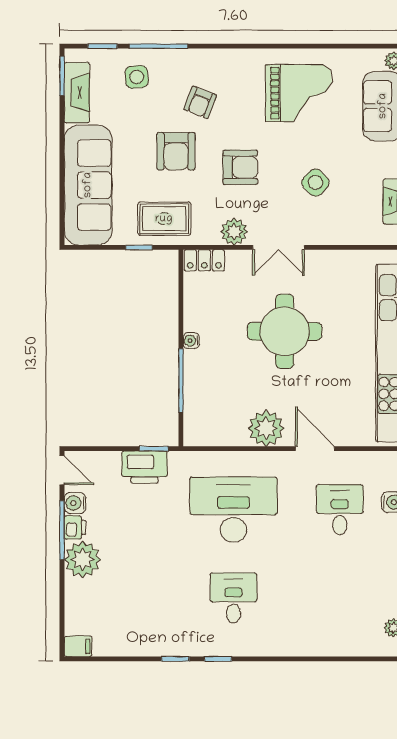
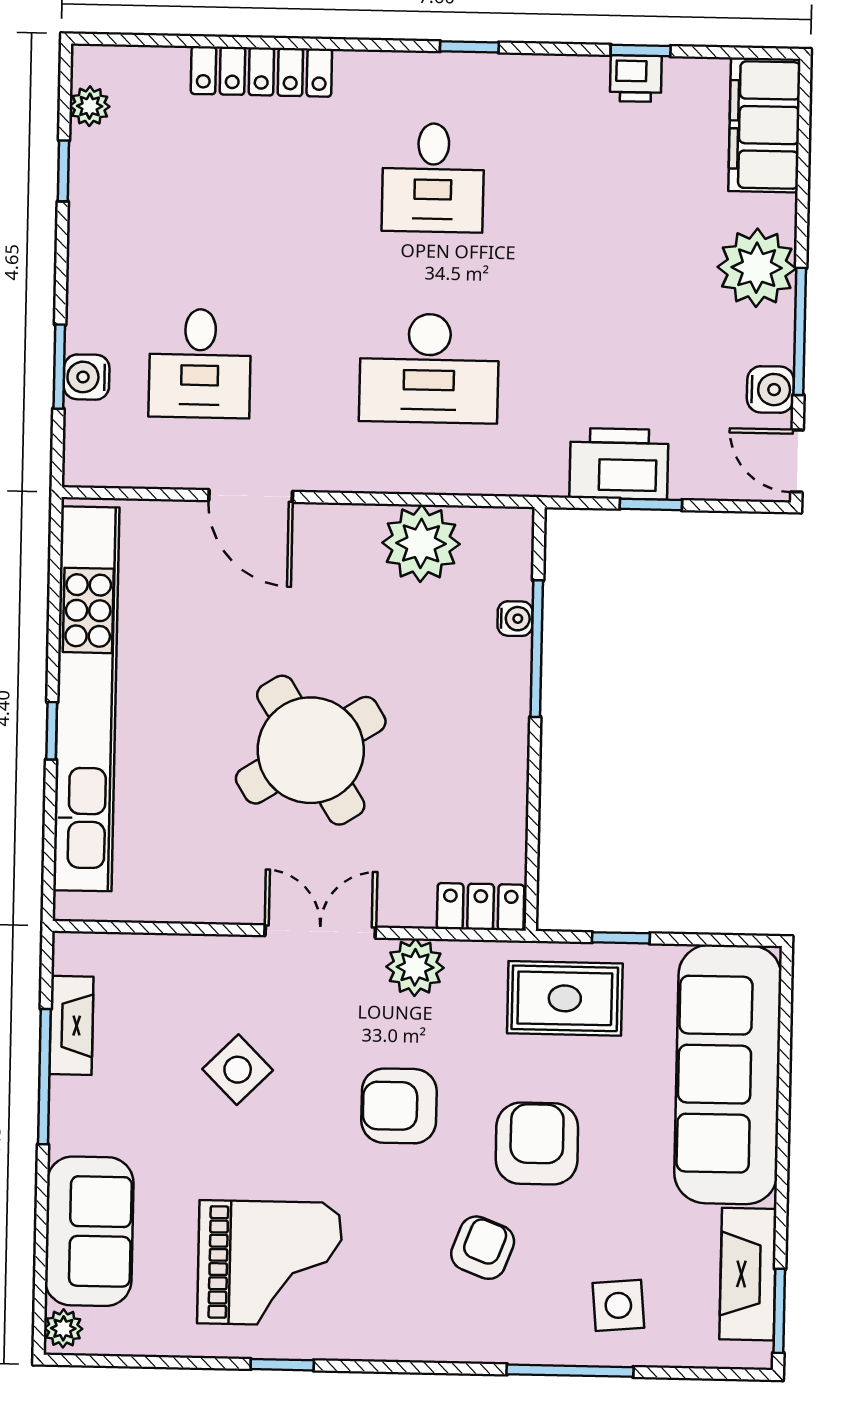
window: (103, 46) -> (282, 1365), moved
grand piano: (299, 93) -> (270, 1263), turned 180
round table: (285, 331) -> (311, 750), turned -32
water cooler: (191, 341) -> (515, 619), moved
plant: (266, 428) -> (421, 543), moved
window: (154, 449) -> (651, 504), moved
desk: (233, 510) -> (429, 368), width x0.73, depth x0.77
printer: (75, 527) -> (636, 78), moved, turned -90
filing cabinet: (78, 646) -> (764, 125), width x3.00, depth x1.17
locker: (314, 646) -> (261, 71), added
window: (175, 659) -> (641, 50), moved

